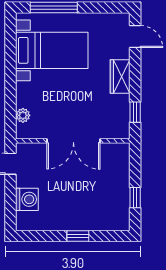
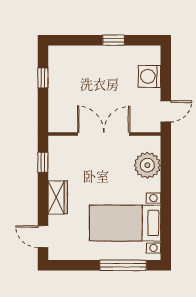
plant: (23, 115) -> (147, 165), width x1.88, depth x1.88
window: (78, 236) -> (114, 40), moved

